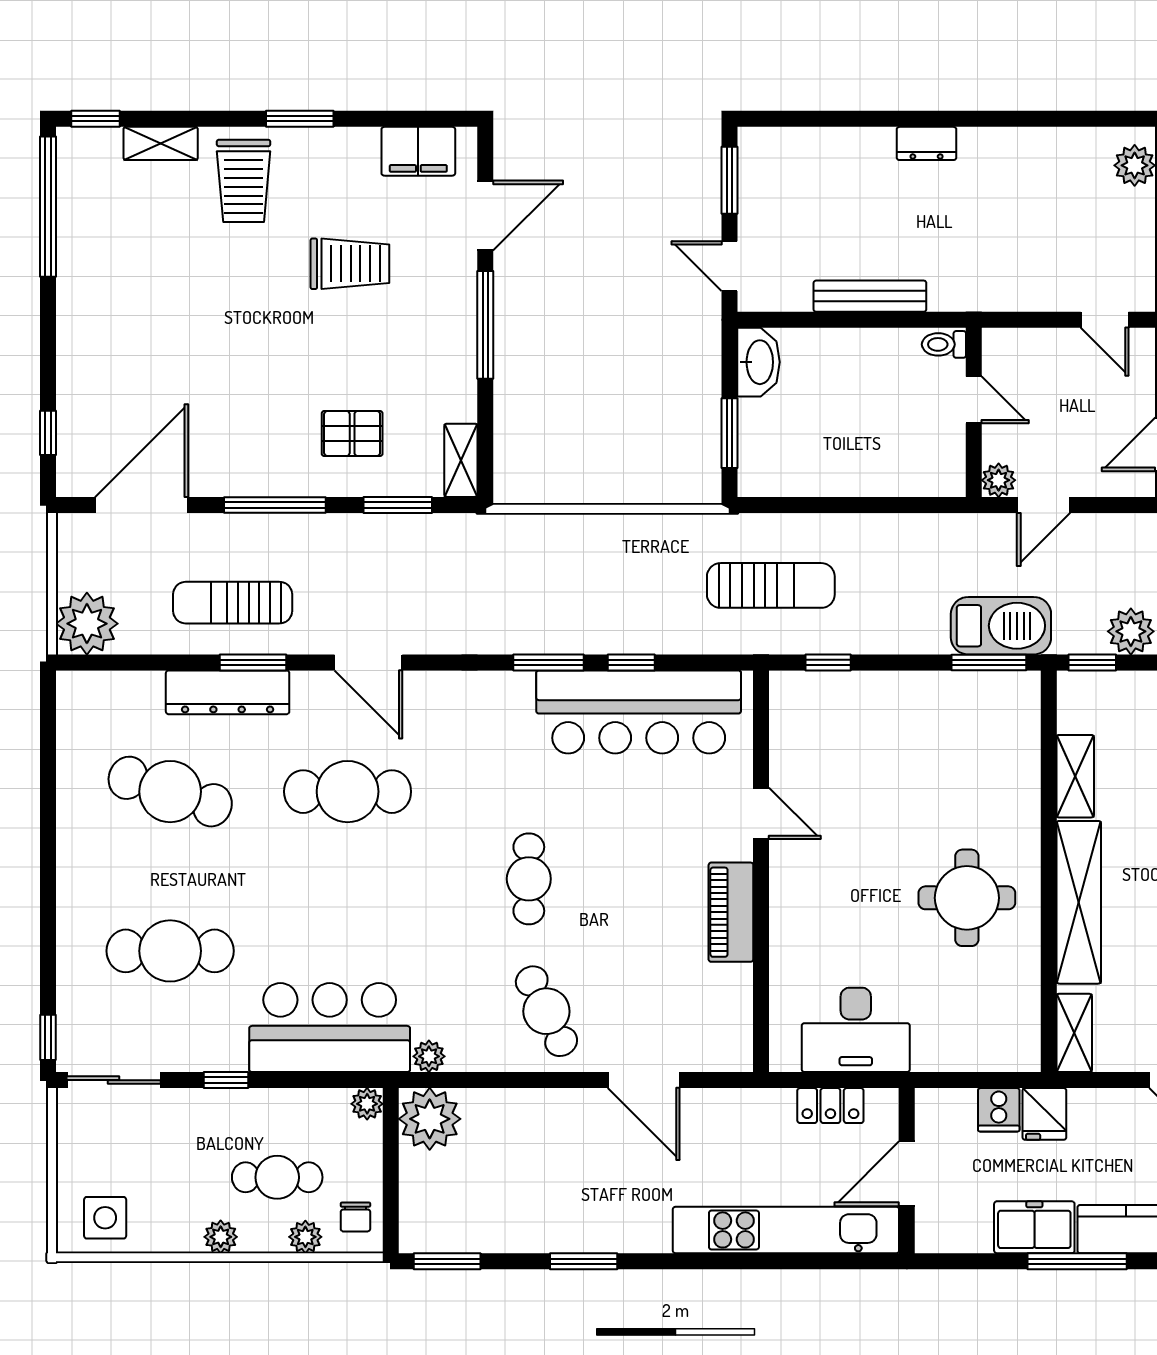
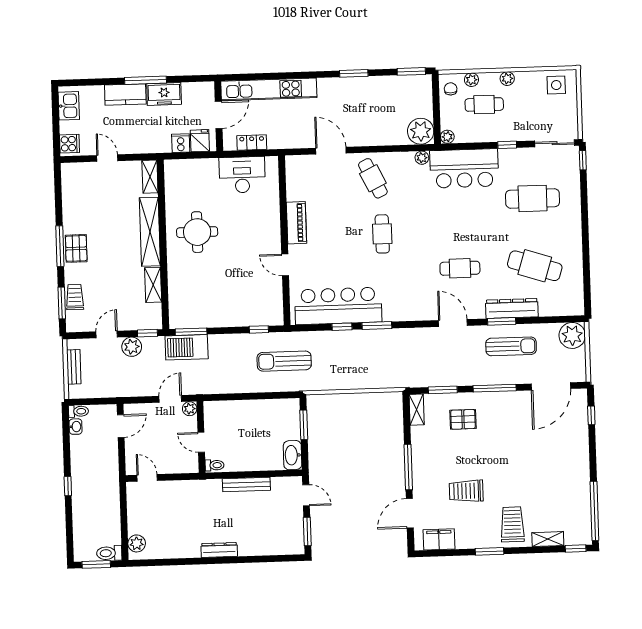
dresser: (927, 143) -> (219, 550), width x1.44
cafe table: (348, 792) -> (460, 268), width x0.73, depth x0.74
fridge: (1044, 1114) -> (200, 141), moved

